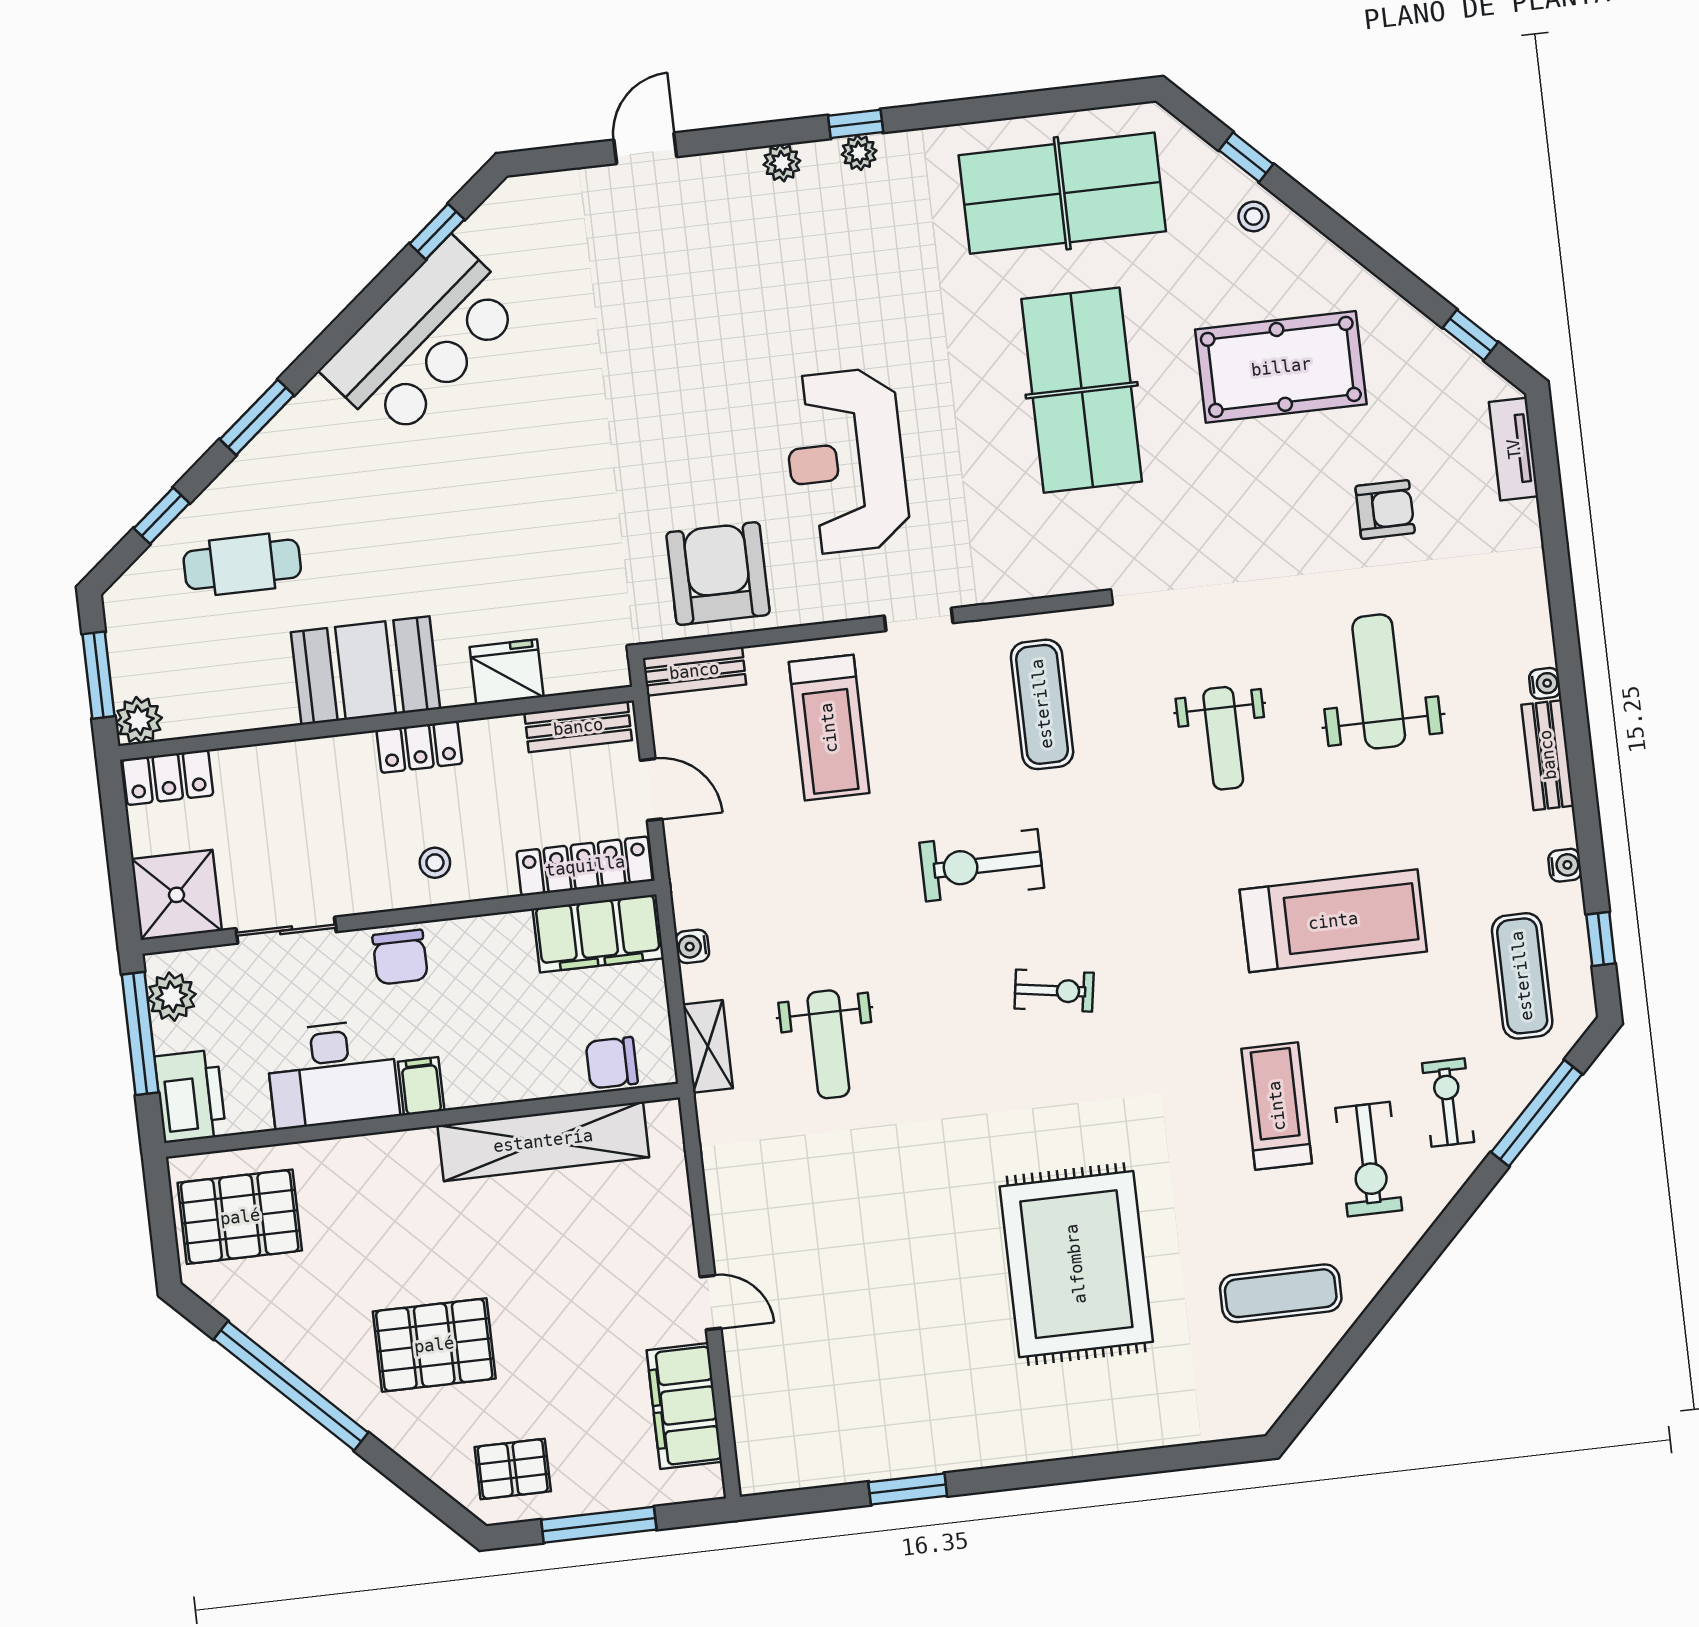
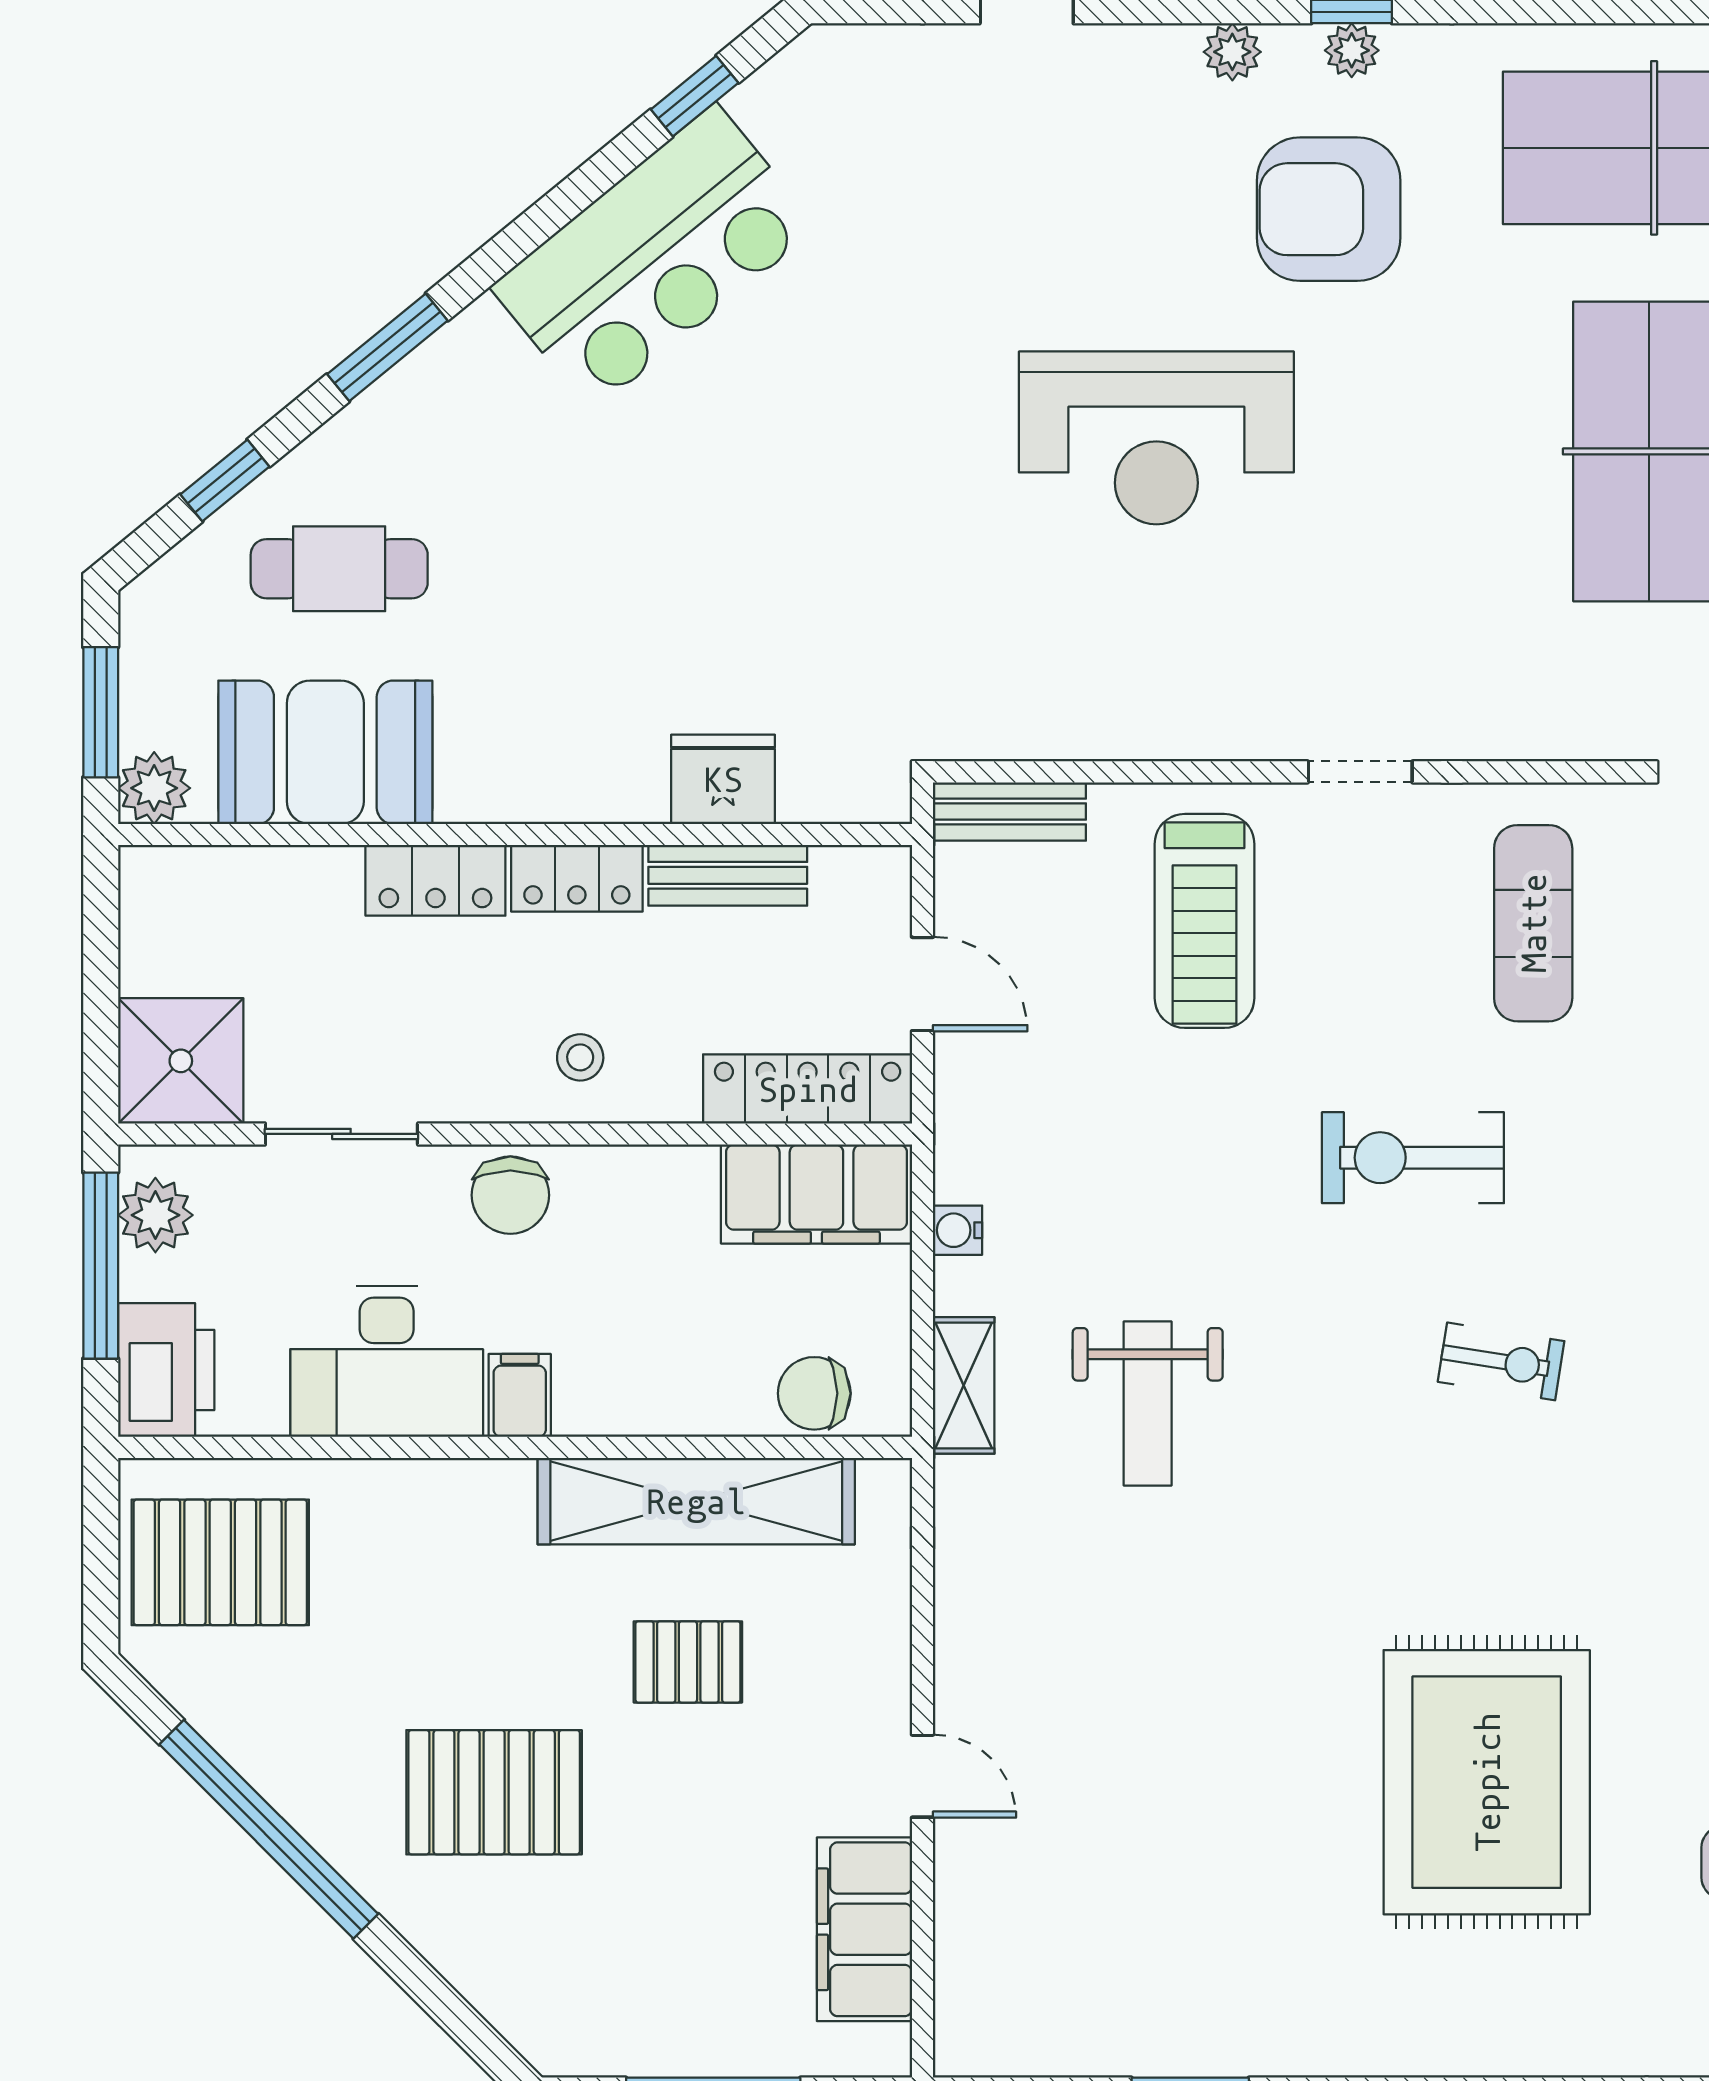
reception desk: (846, 461) -> (1156, 438), moved, turned -90
armchair: (718, 574) -> (1329, 209), moved, turned -90
booth: (366, 671) -> (325, 752), moved
bench: (578, 727) -> (728, 875), moved
locker: (168, 777) -> (435, 880), moved
pallet: (513, 1469) -> (688, 1662), moved

